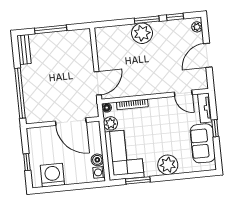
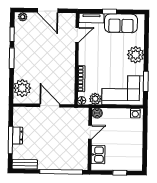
plant: (142, 33) -> (22, 88), moved
dresser: (57, 37) -> (18, 136), added
door: (98, 83) -> (50, 106), moved
door: (71, 122) -> (90, 132), width x0.53
kitchen sink: (45, 134) -> (98, 155), added
boiler: (97, 160) -> (97, 113), moved
washing machine: (52, 175) -> (133, 153), removed

